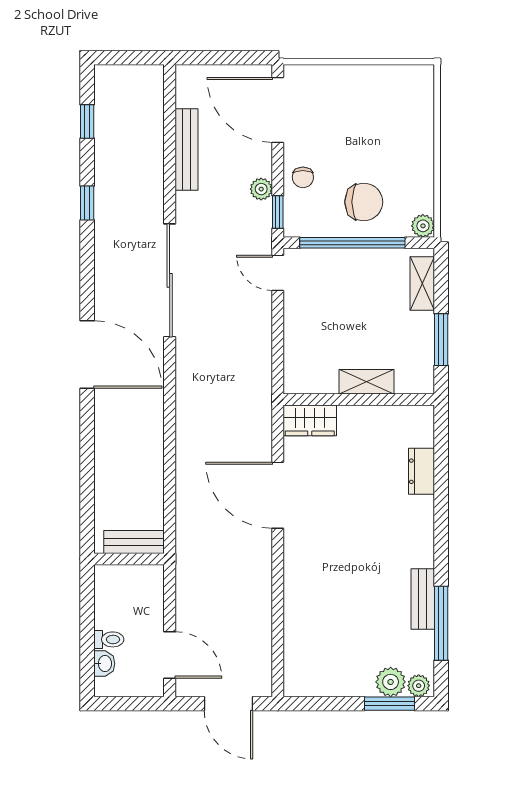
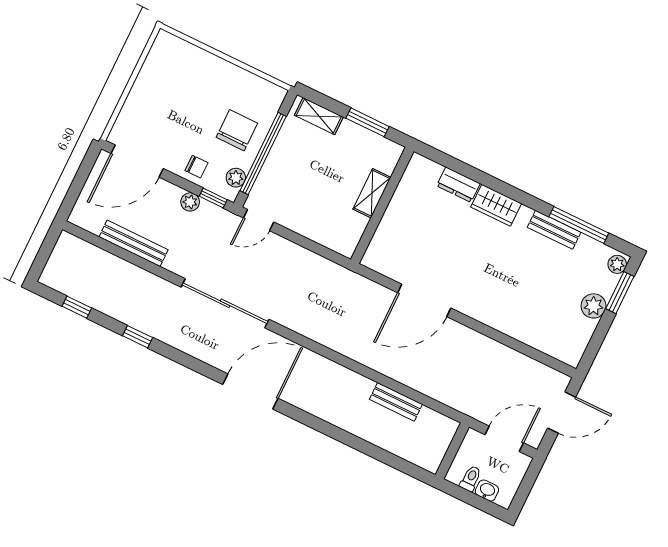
plant: (423, 226) -> (236, 178), moved
wardrobe: (310, 420) -> (496, 205), moved, turned 90
bench: (134, 542) -> (396, 402), moved, turned 90
wall: (129, 559) -> (452, 451), moved
plant: (391, 682) -> (594, 306), moved

